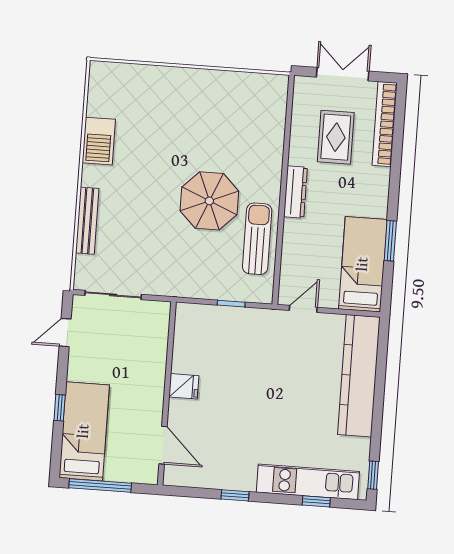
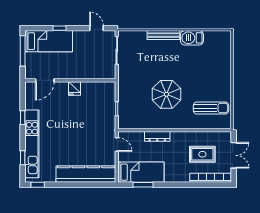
dresser: (295, 192) -> (157, 136), moved
bench: (87, 221) -> (163, 35), moved
sun lounger: (257, 239) -> (211, 108), moved
window: (390, 241) -> (143, 185), moved
kitchen unit: (308, 482) -> (32, 144), width x1.36

